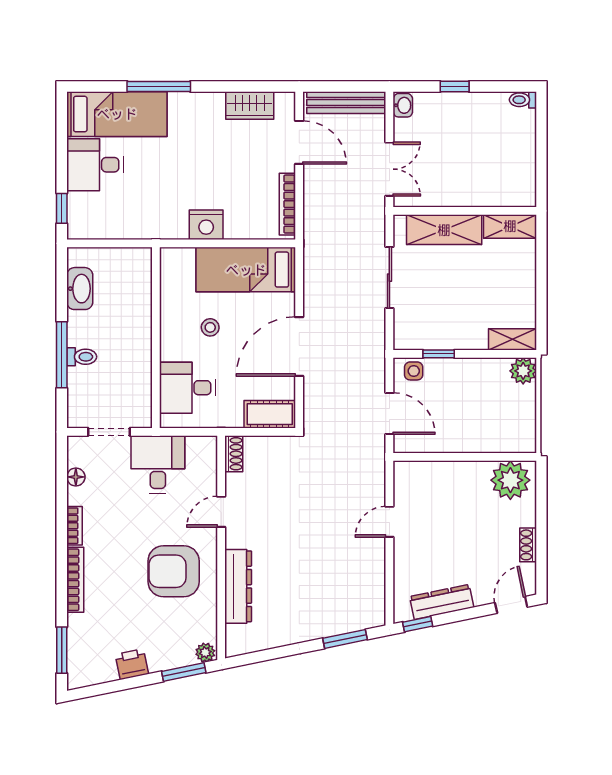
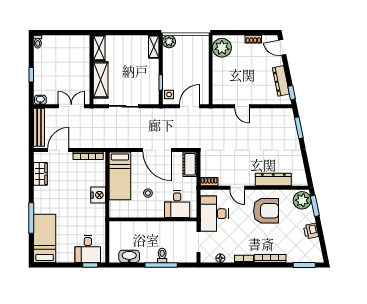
desk: (95, 165) -> (88, 249), moved
desk: (158, 464) -> (214, 214), width x1.37
armchair: (174, 571) -> (266, 211), turned -90
plant: (205, 653) -> (302, 200), width x1.88, depth x1.88

